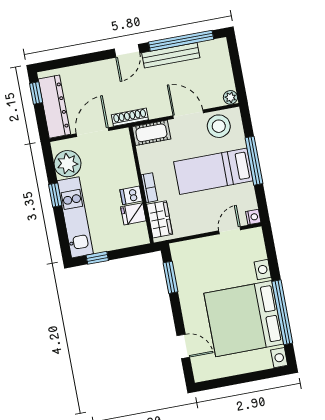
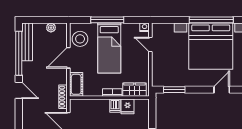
bench: (171, 55) -> (27, 42), moved
plant: (230, 97) -> (51, 28), moved

